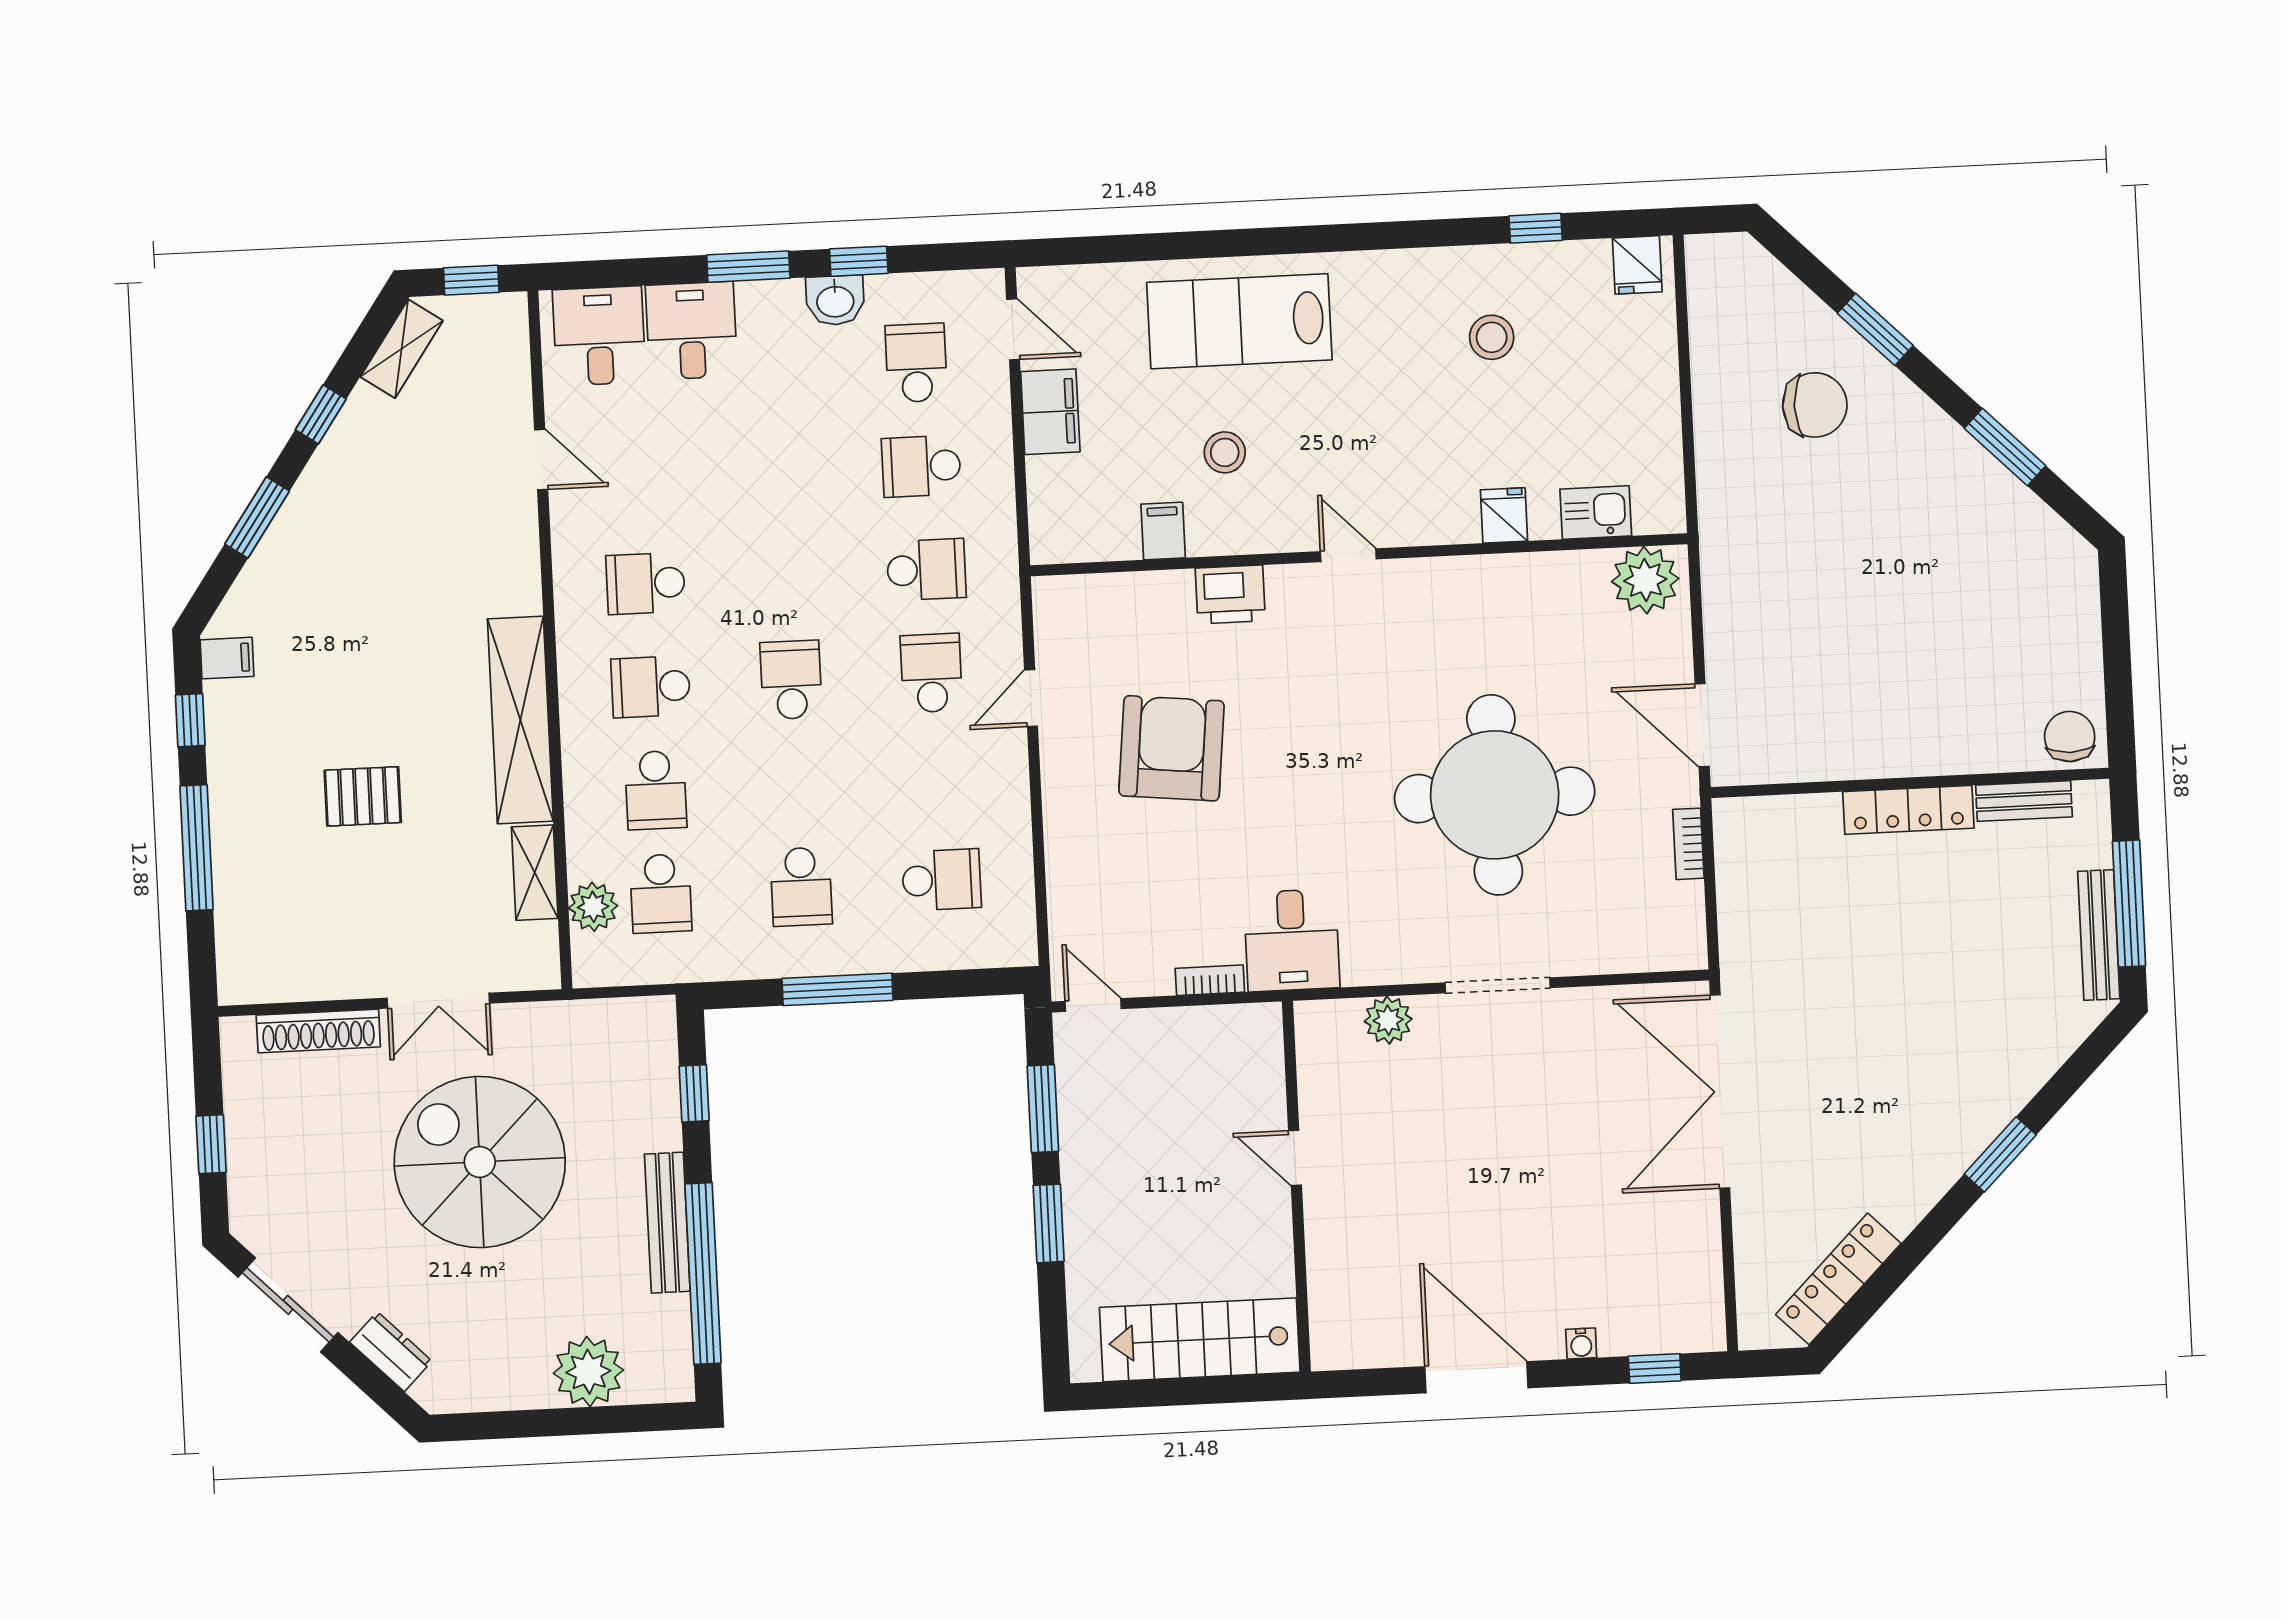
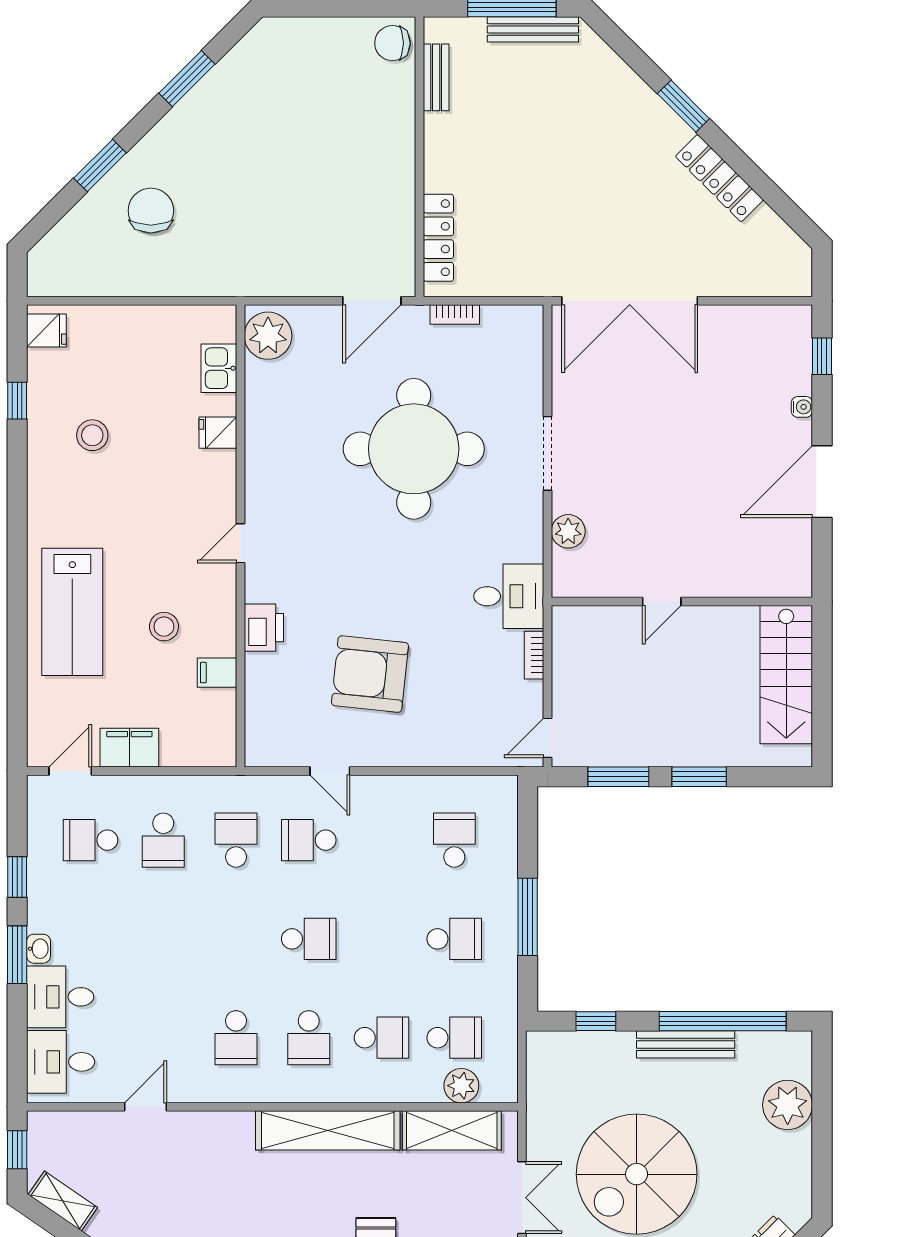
washbasin: (835, 300) -> (39, 949), moved, width x0.72, depth x0.69
school desk: (791, 680) -> (309, 939), turned 180
locker: (1908, 810) -> (438, 238), moved
shelving: (535, 873) -> (452, 1130), width x1.50, depth x1.33
locker: (1838, 1279) -> (719, 178), moved

